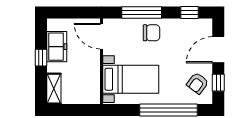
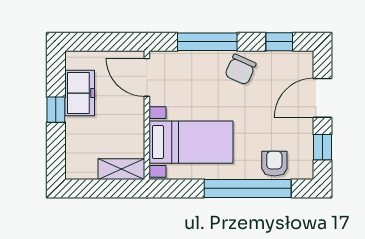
chair: (152, 33) -> (240, 70), moved, turned 114
armchair: (198, 83) -> (274, 164), moved, turned 143
shelving: (54, 89) -> (121, 169), moved, turned 90

